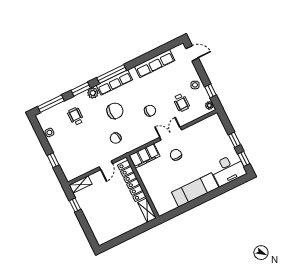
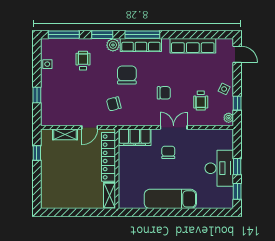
chair: (115, 111) -> (127, 75), turned -90
desk: (228, 169) -> (219, 168), moved, turned -90
shelving: (80, 184) -> (65, 134), moved

